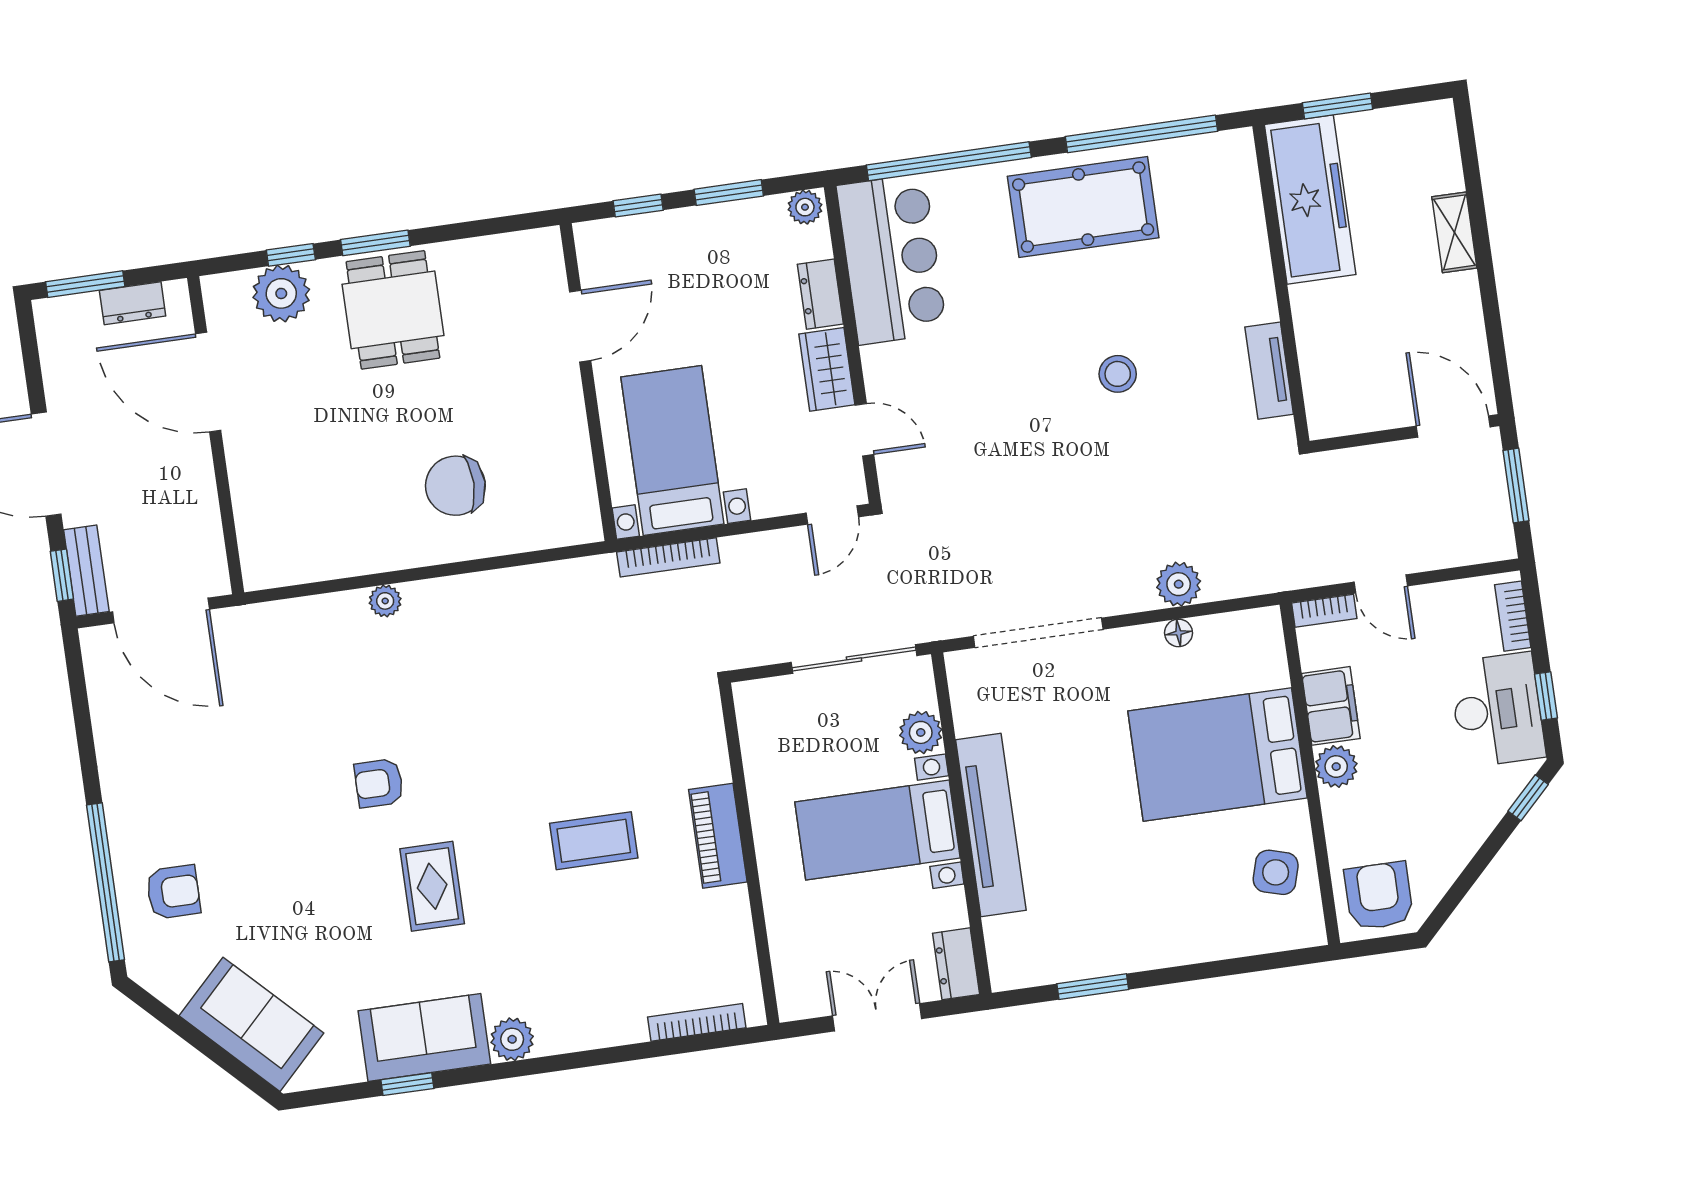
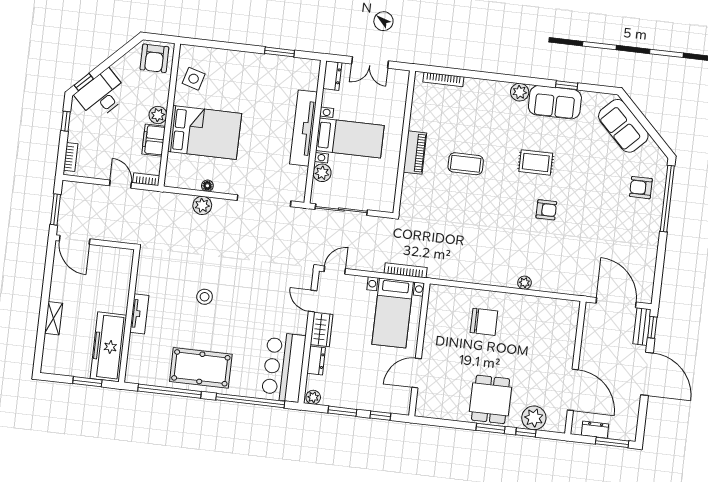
tv unit: (1269, 371) -> (139, 314), moved
desk: (1497, 710) -> (102, 95), moved, turned 45
rug: (432, 886) -> (536, 162), turned 90

